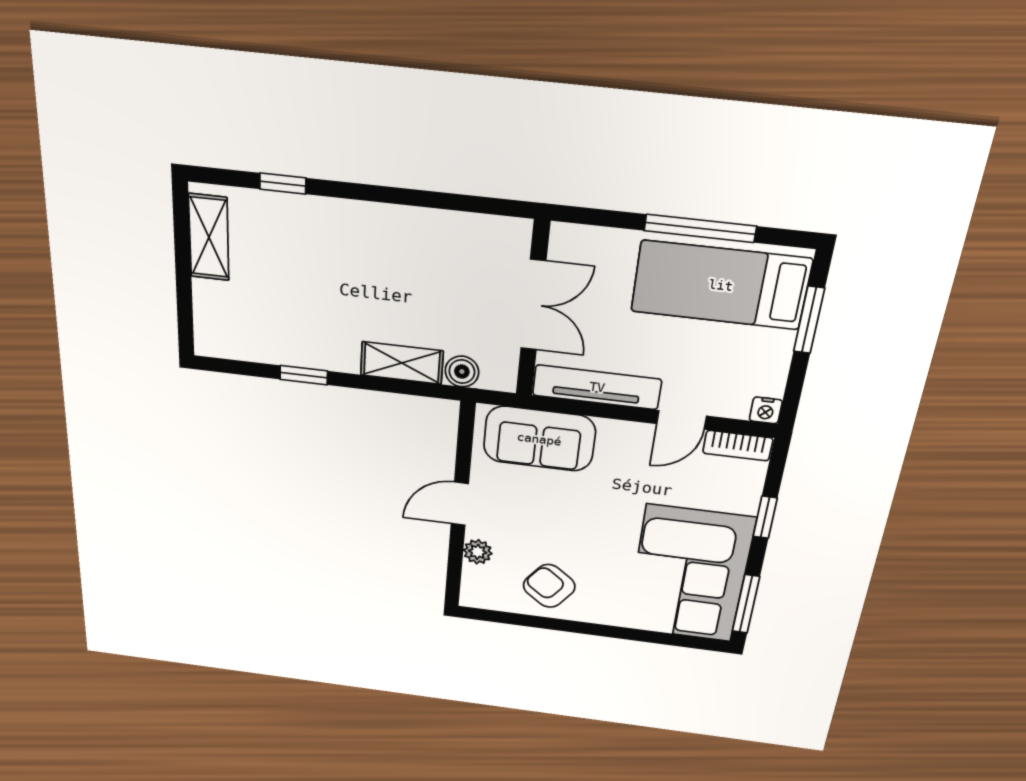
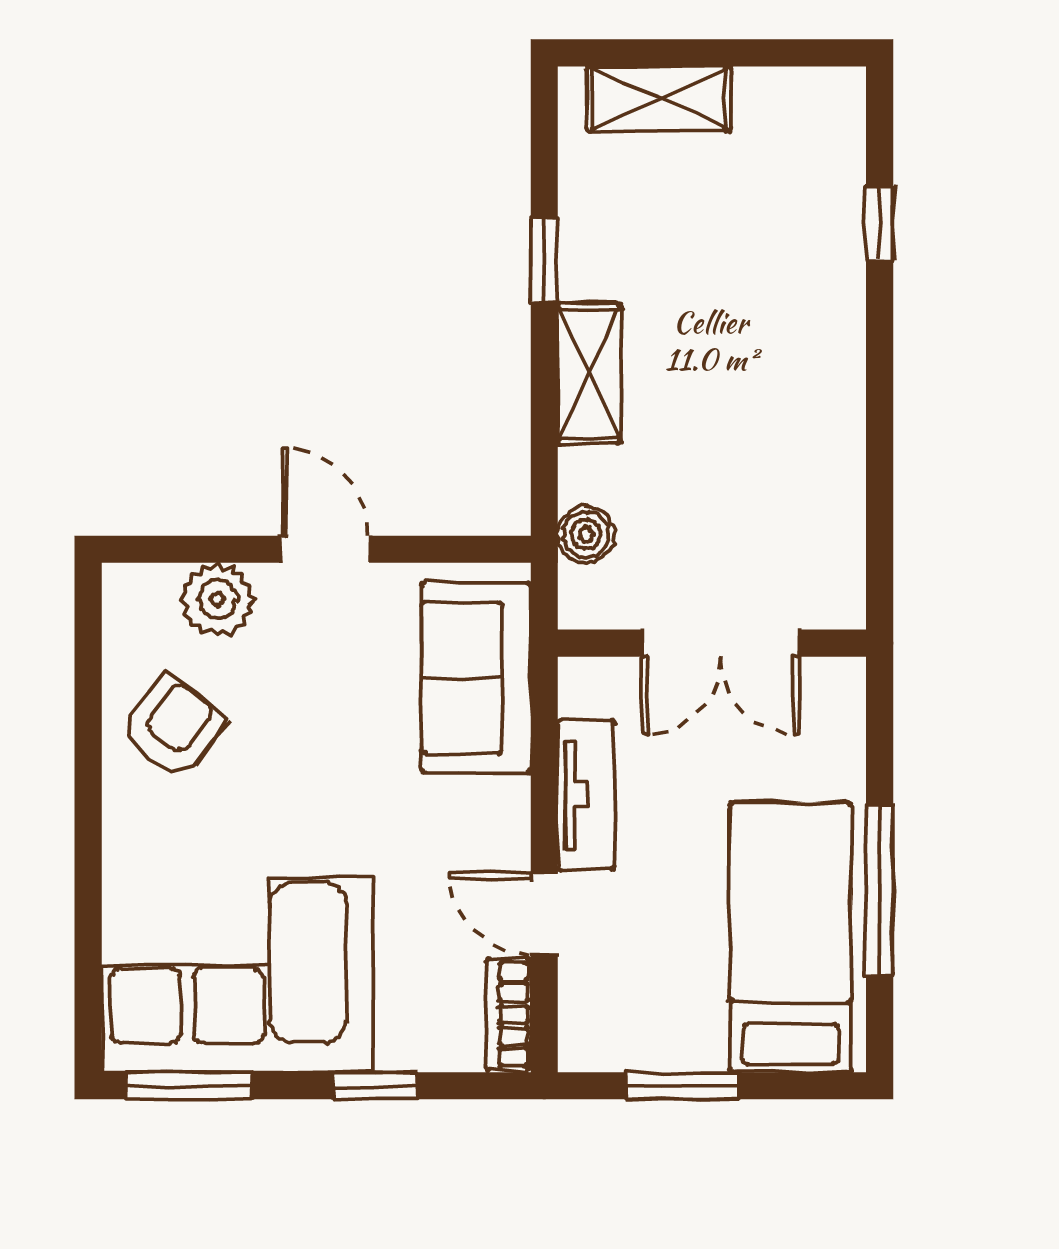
shelving: (209, 237) -> (659, 99), moved
window: (809, 320) -> (682, 1086), moved
shelving: (402, 363) -> (589, 373), moved
tv unit: (597, 387) -> (586, 795), width x0.71
nightstand: (766, 410) -> (580, 1048), removed
plant: (478, 552) -> (218, 599), width x1.38, depth x1.38

